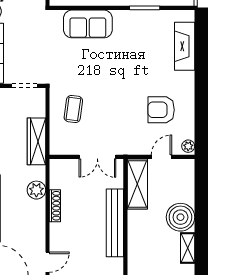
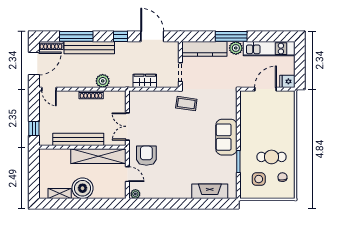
sofa: (88, 24) -> (226, 137), moved
coffee table: (73, 109) -> (186, 104), moved
armchair: (161, 110) -> (146, 156), moved
wardrobe: (36, 141) -> (145, 81), width x0.67
shelving: (137, 184) -> (98, 156), width x1.47

